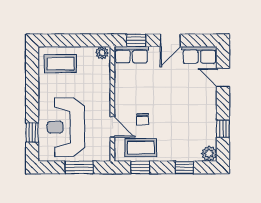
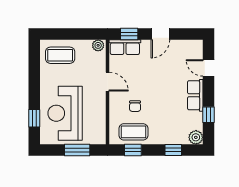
row of seats: (199, 55) -> (195, 95), moved, turned 90
door: (112, 127) -> (108, 82), moved

